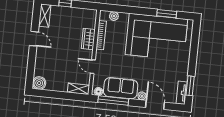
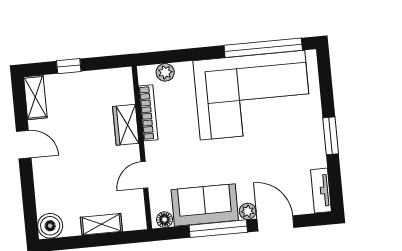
window: (167, 14) -> (263, 48), width x2.11
door: (93, 67) -> (144, 175), hinge flipped
window: (190, 86) -> (331, 136), moved
shelving: (79, 89) -> (101, 224), moved
window: (113, 101) -> (218, 229), moved

